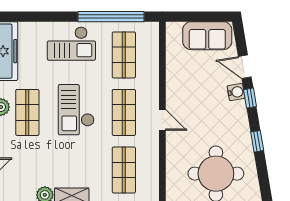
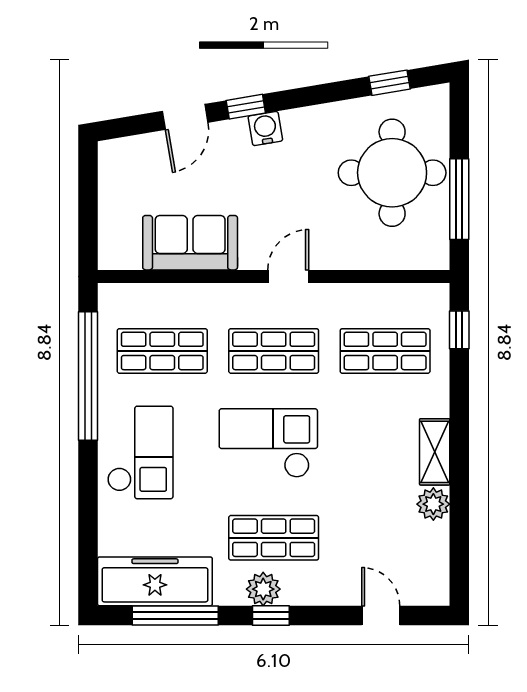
sofa: (207, 36) -> (190, 243), moved, turned -90
water cooler: (236, 92) -> (265, 129), moved
checkout: (76, 110) -> (268, 443), turned 180
window: (257, 141) -> (389, 83), moved

